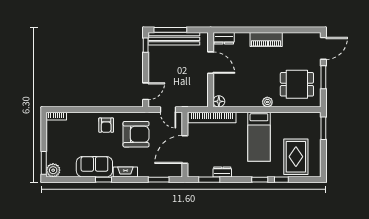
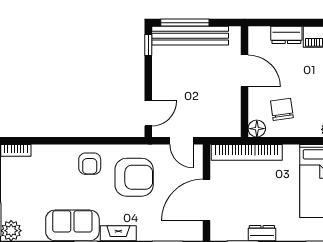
dresser: (224, 38) -> (286, 35), moved
chair: (236, 88) -> (282, 109), added

